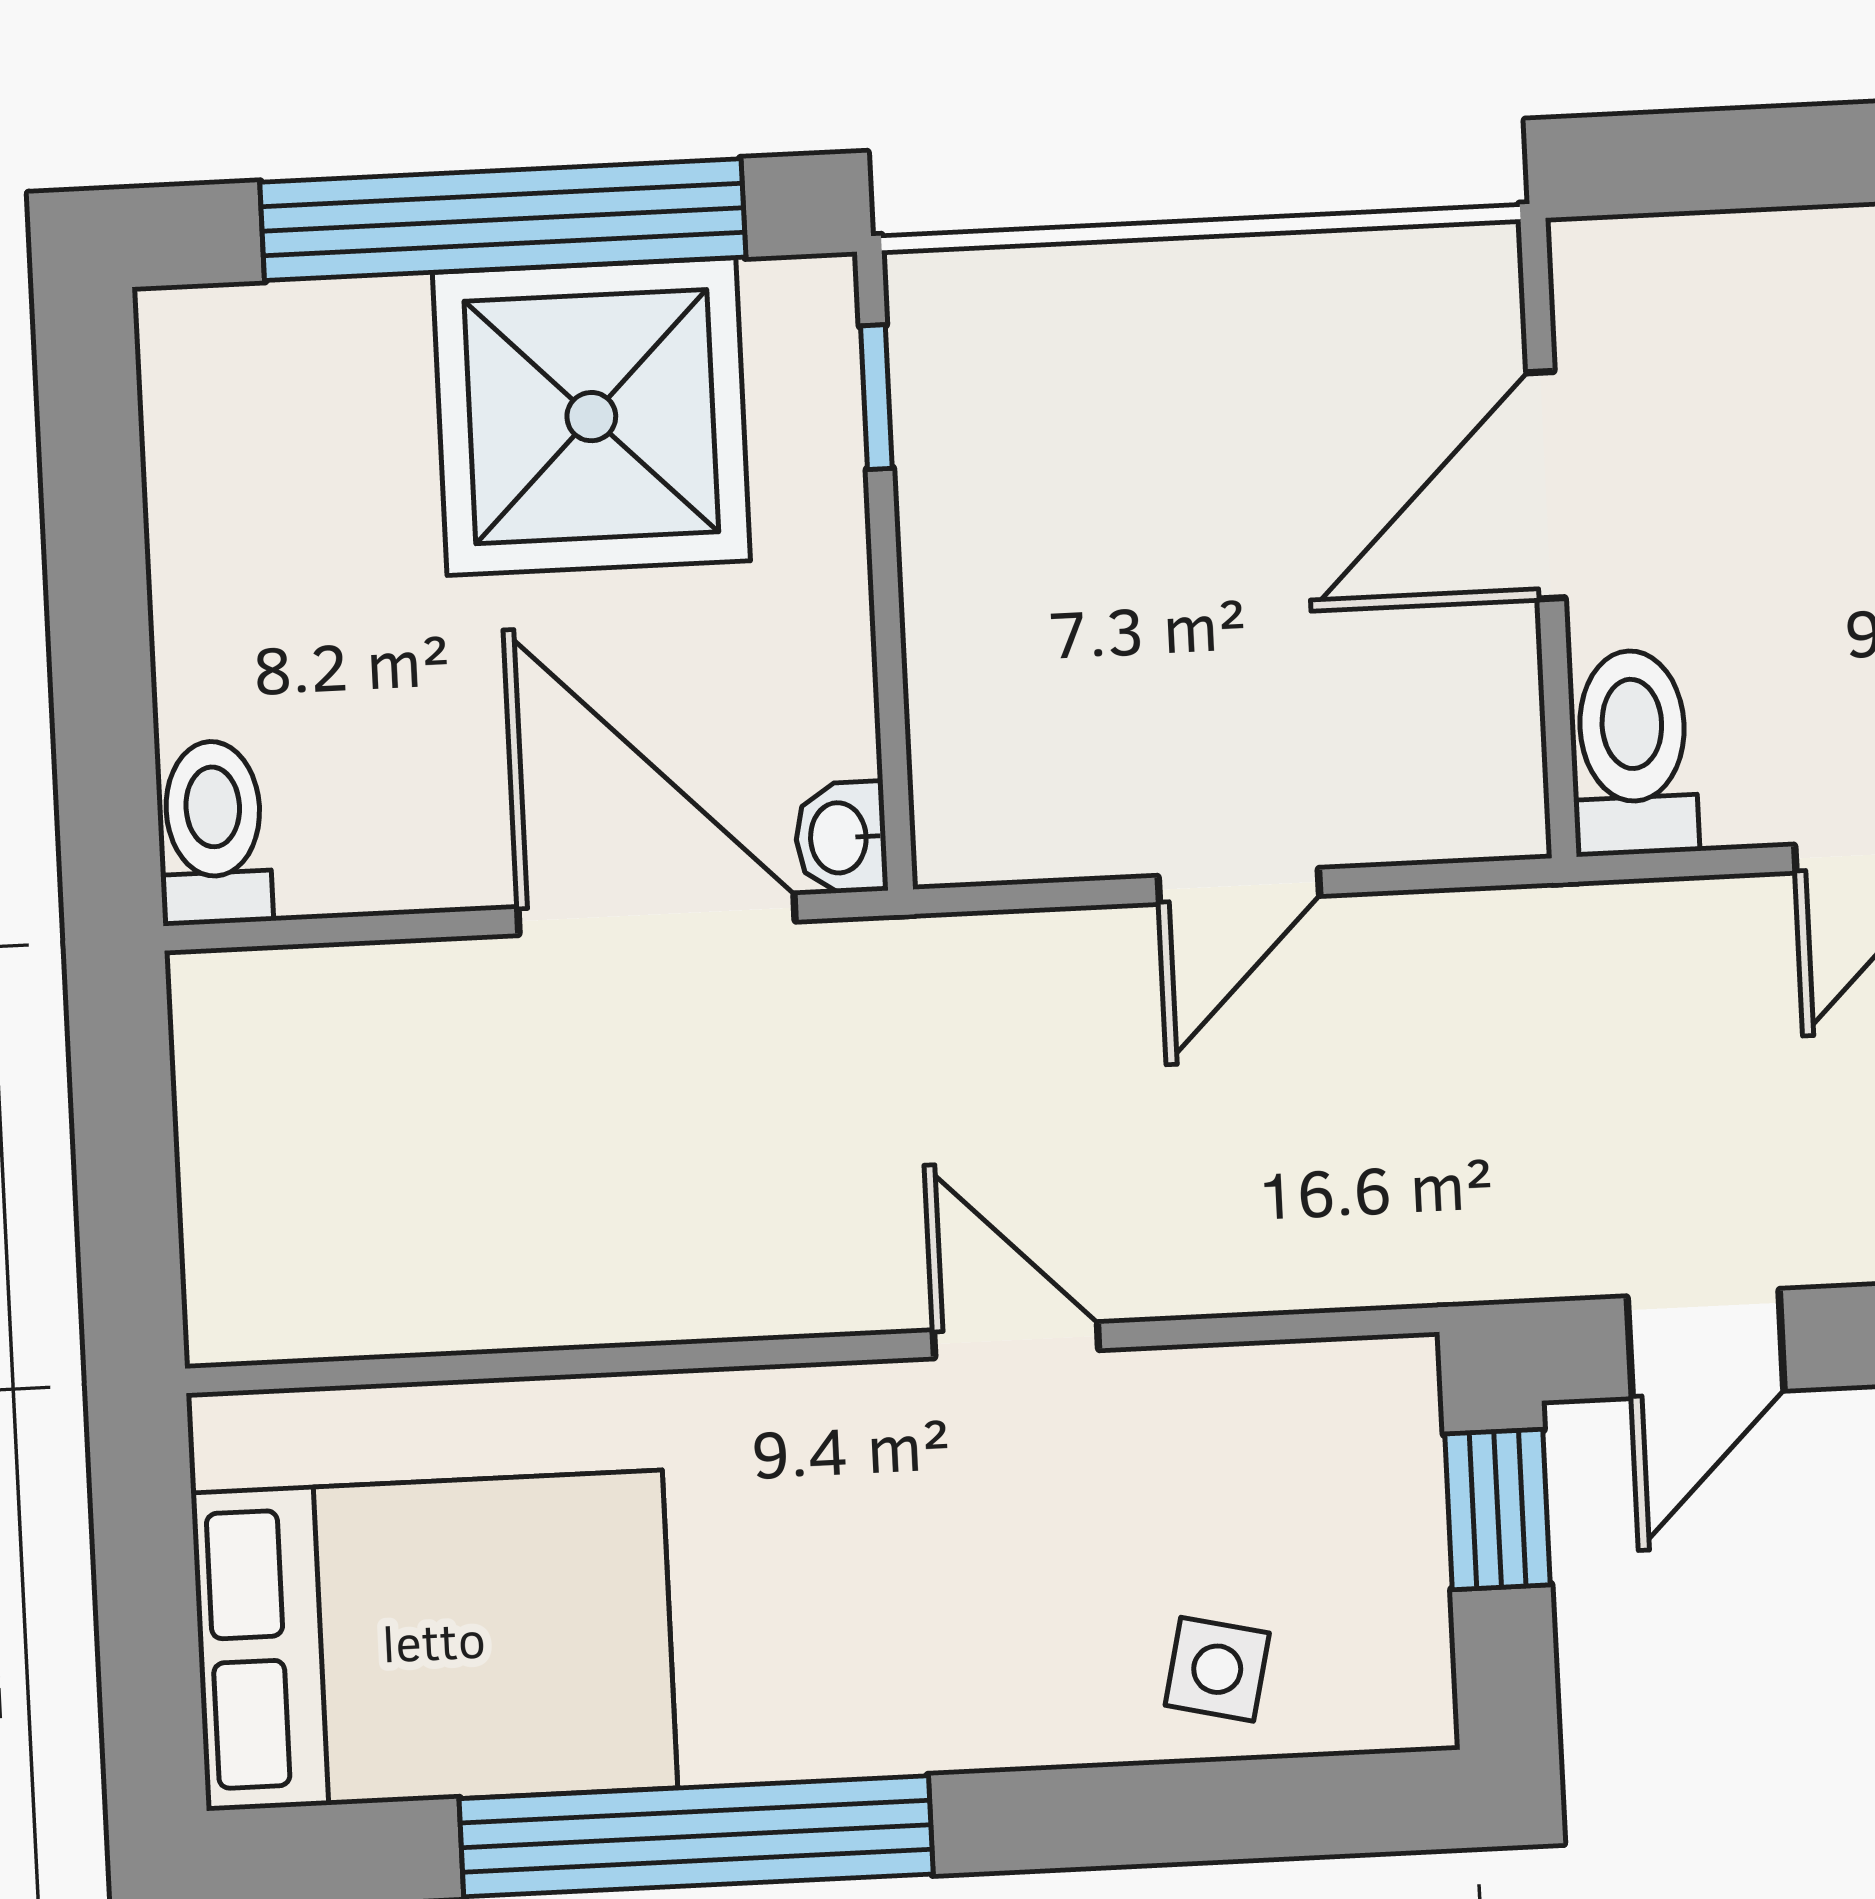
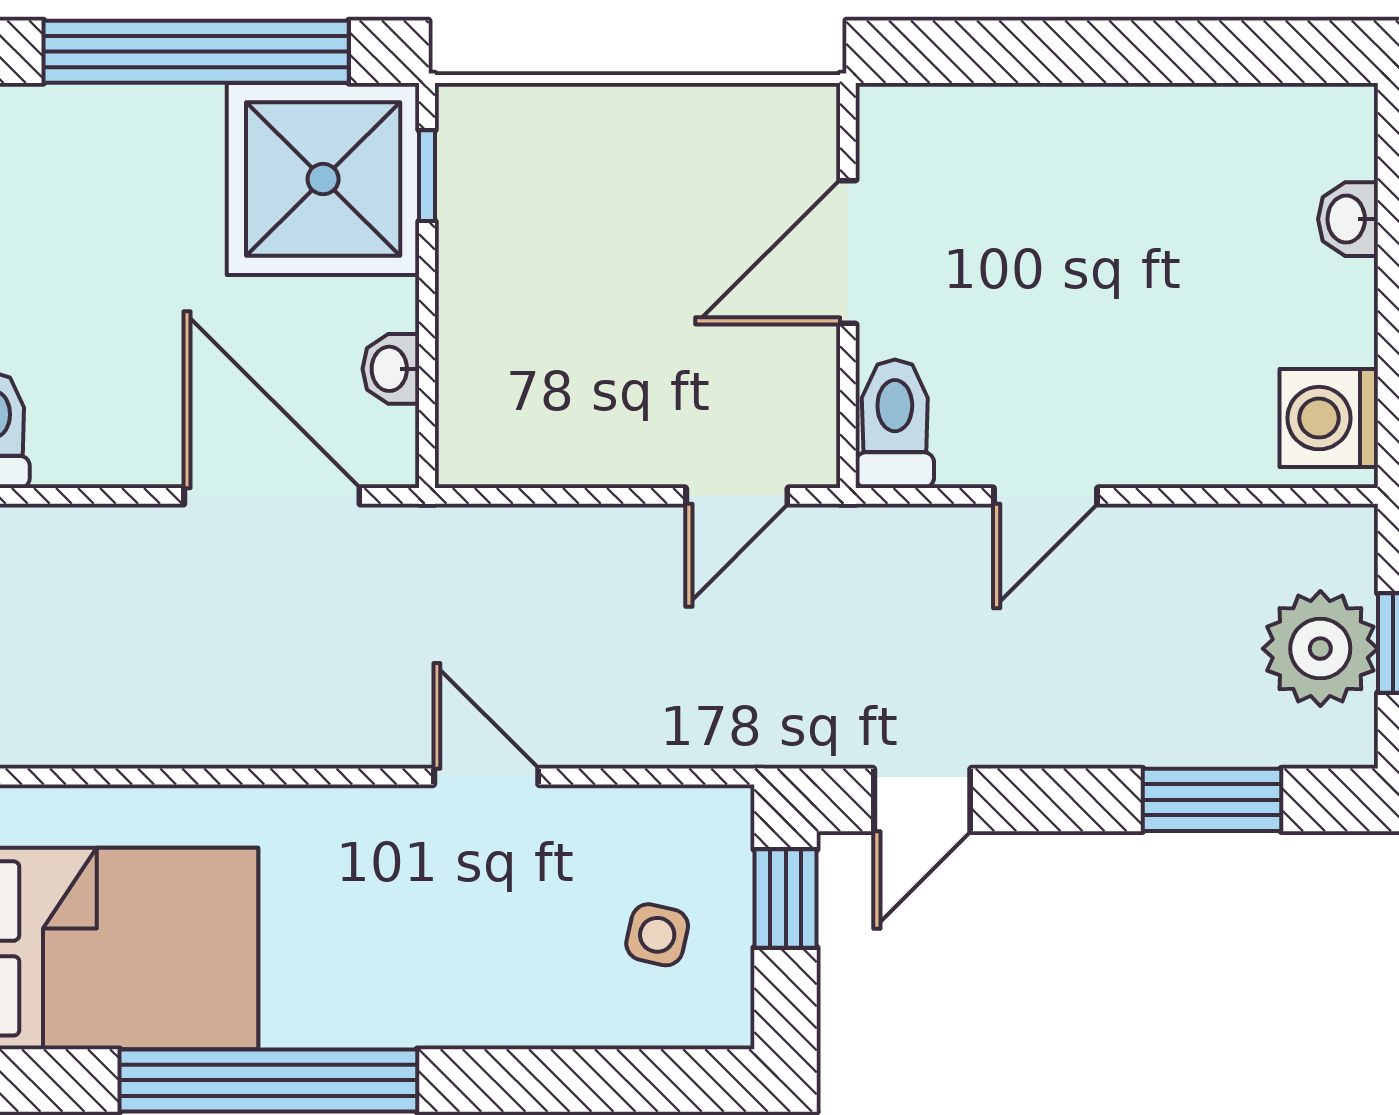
shower: (591, 417) -> (323, 179), moved
washbasin: (841, 838) -> (391, 369), moved
door: (1239, 886) -> (737, 496), moved
side table: (1217, 1669) -> (657, 935), moved

